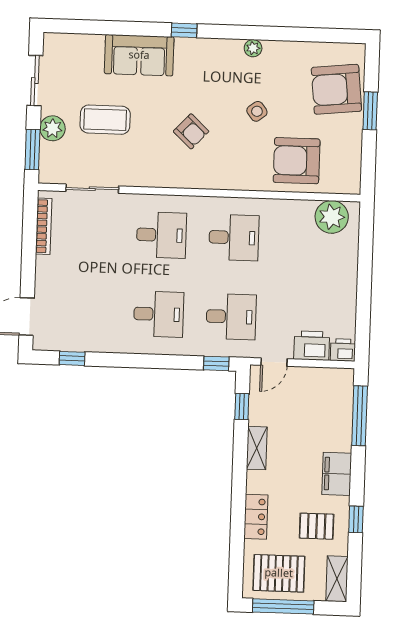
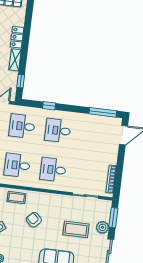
coffee table: (230, 173) -> (16, 198), added
window: (72, 358) -> (103, 112), width x2.17
window: (216, 363) -> (49, 106), moved
locker: (256, 517) -> (17, 37), moved

